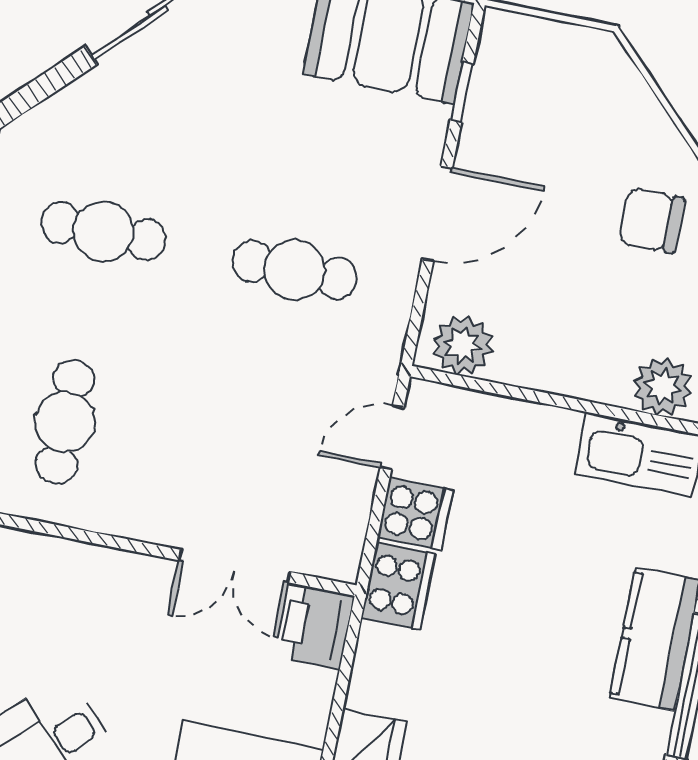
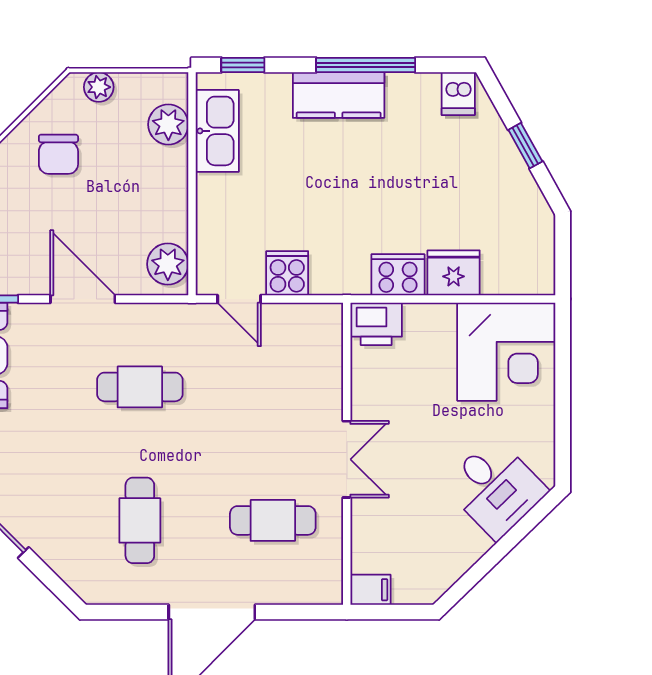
cafe table: (295, 270) -> (140, 387), turned 90
double door: (234, 566) -> (347, 459), moved
cooker: (398, 586) -> (398, 275), moved

